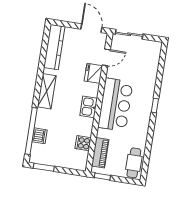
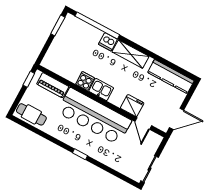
sliding door: (129, 34) -> (150, 169), moved
bar counter: (115, 105) -> (94, 116), width x1.36
dishwasher: (40, 136) -> (108, 42), moved
cooker: (83, 143) -> (85, 81), moved

